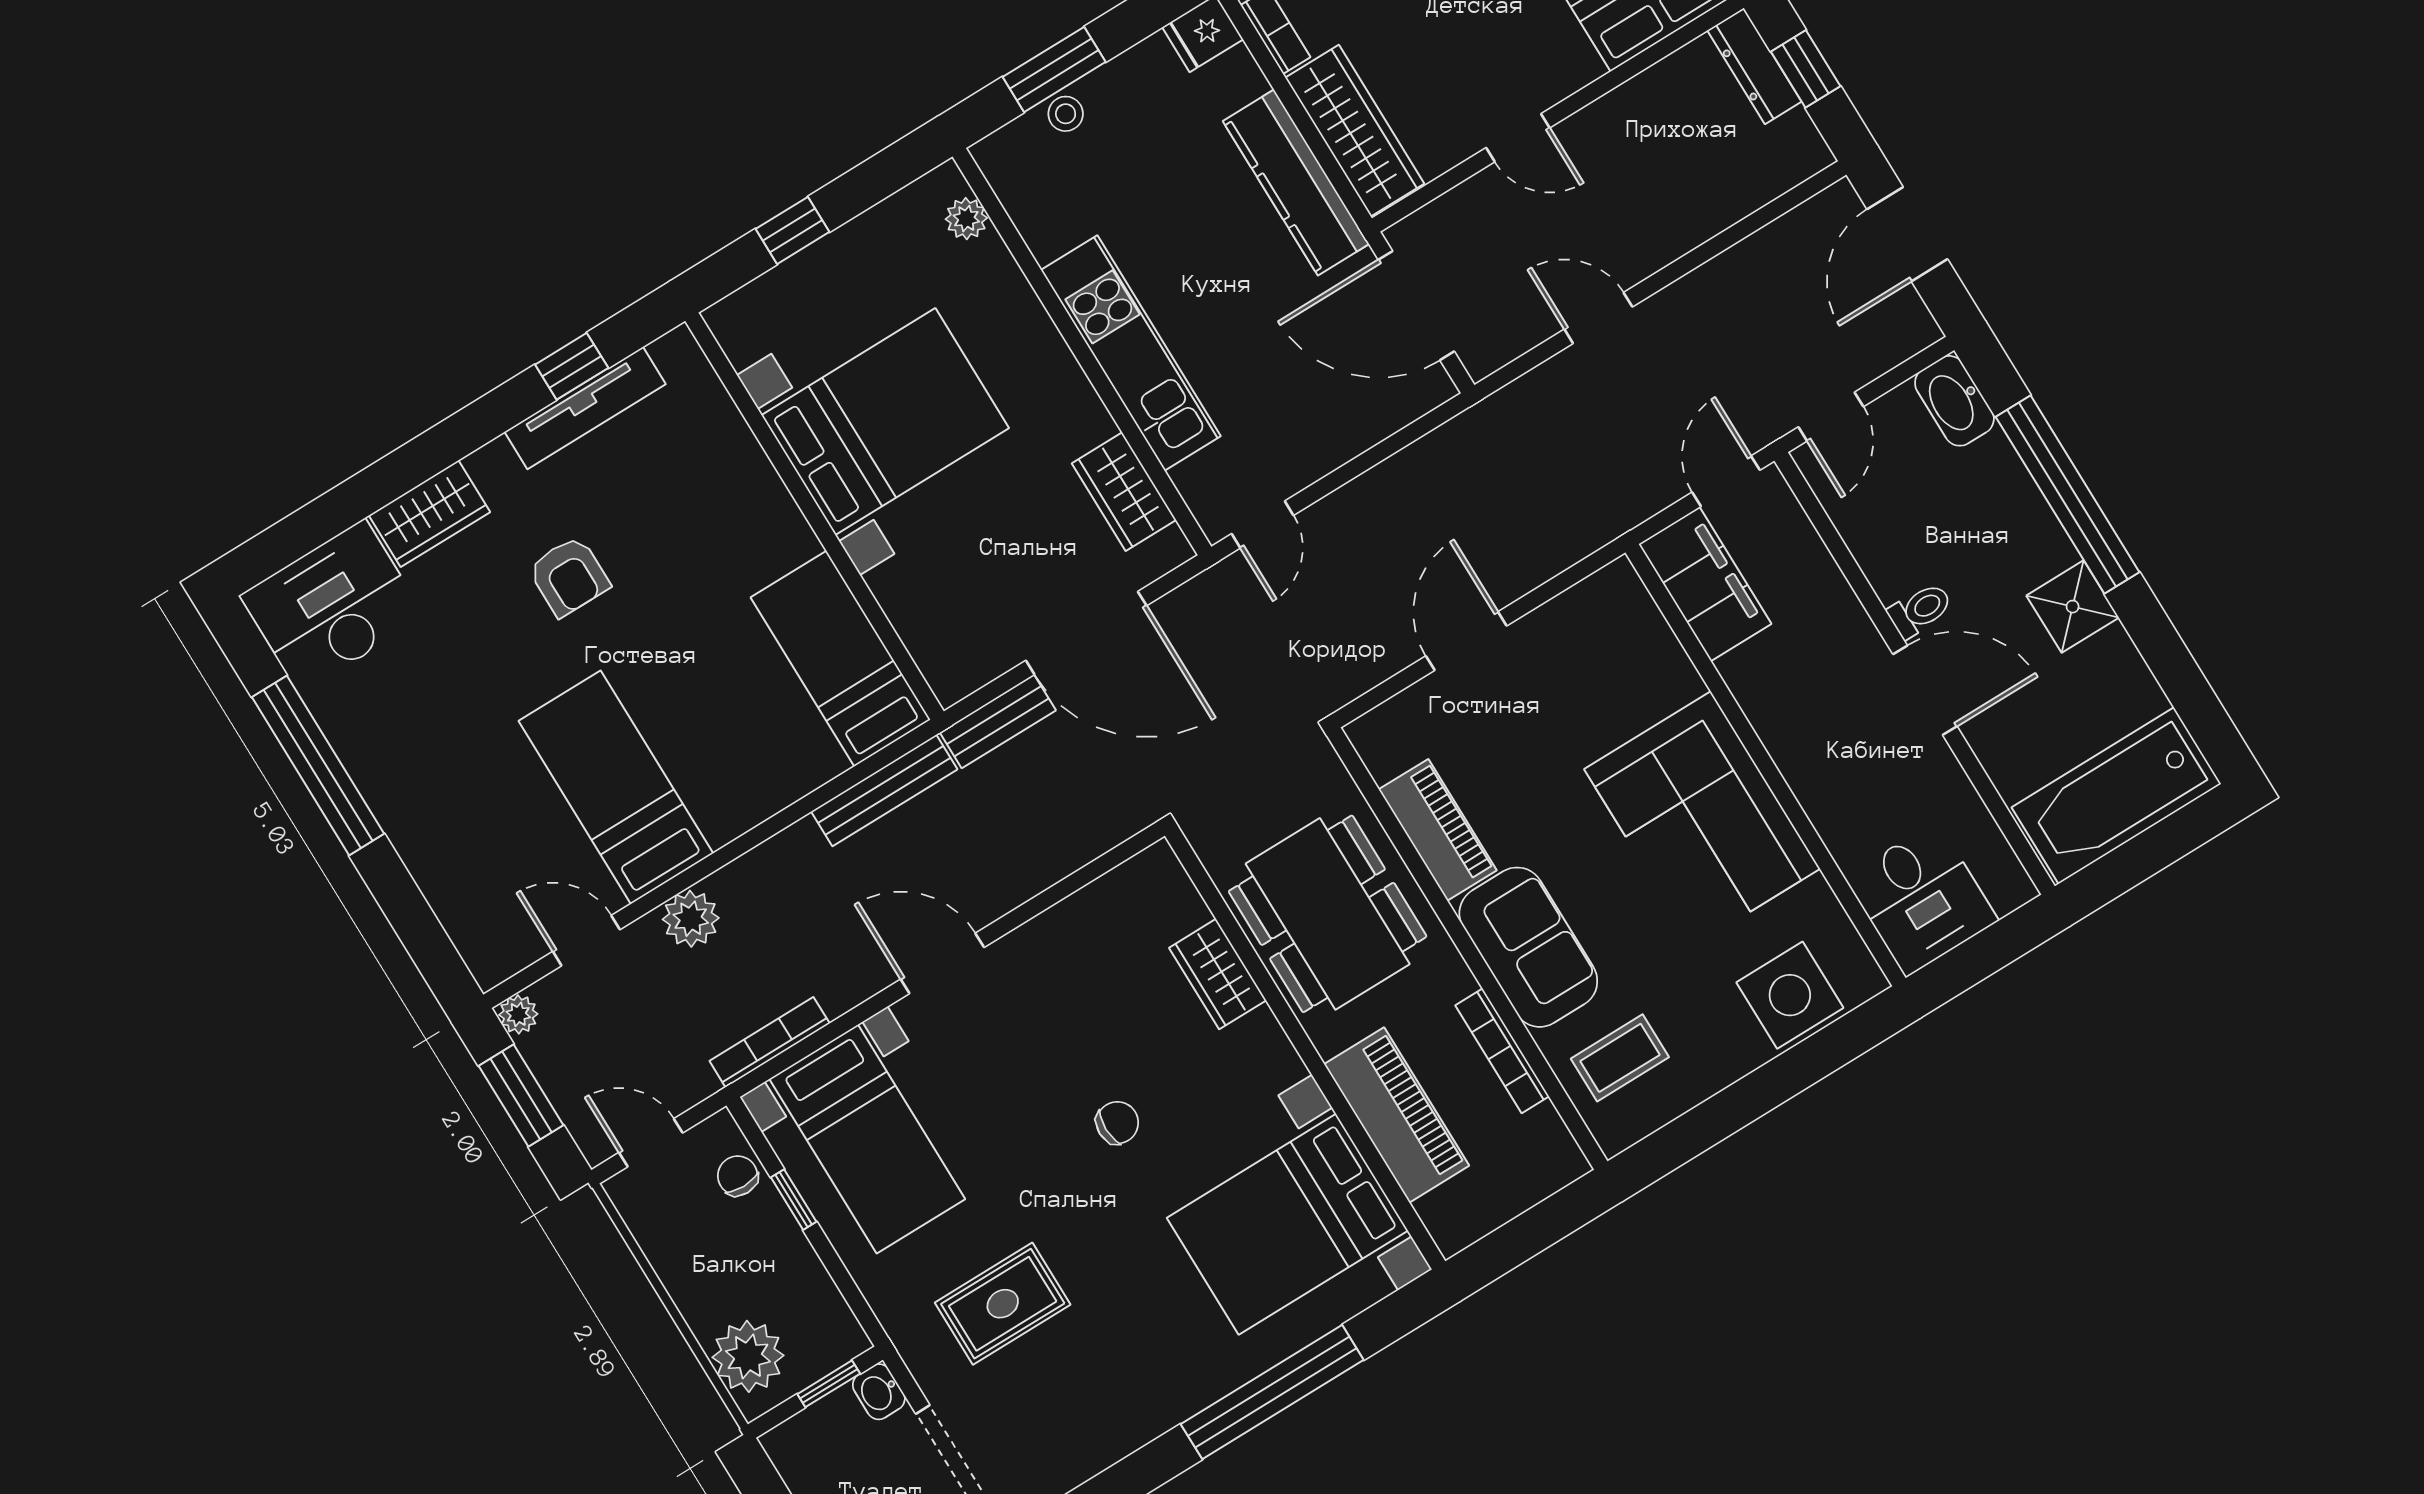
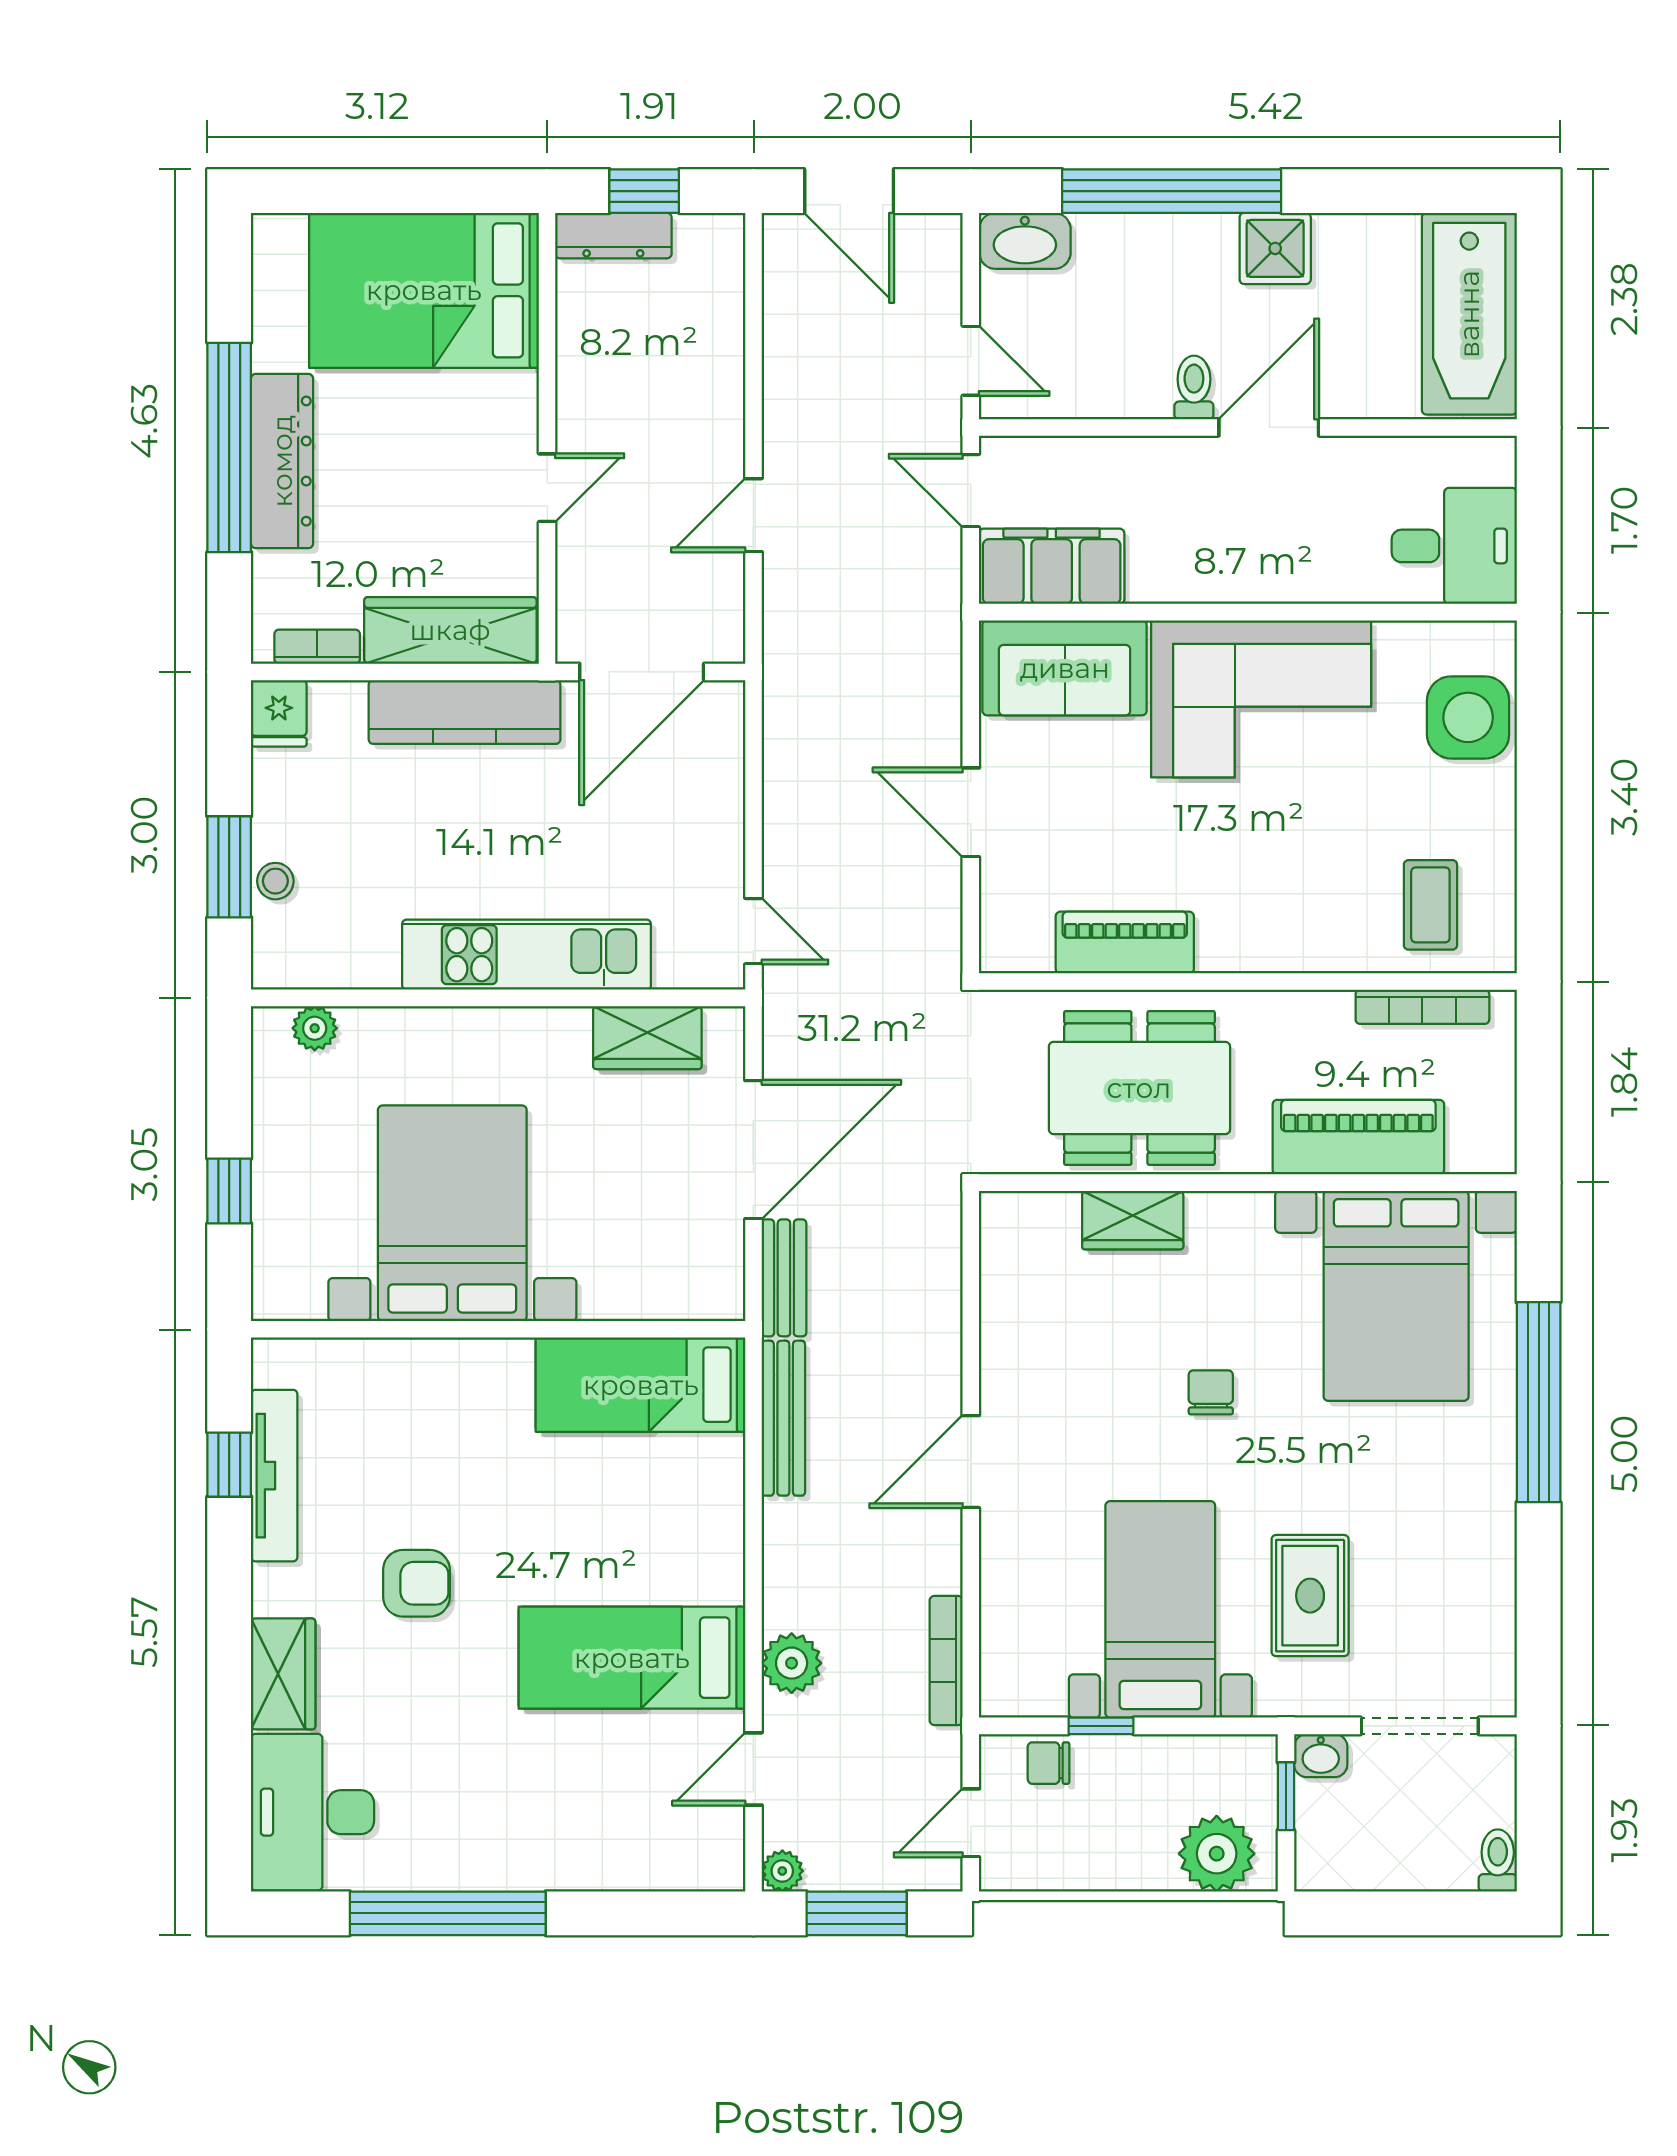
sofa: (1528, 947) -> (1065, 668), moved, turned 180
bookcase: (1502, 1051) -> (1422, 1007), moved
bed with nightstands: (867, 1139) -> (1160, 1609), moved, turned -90

